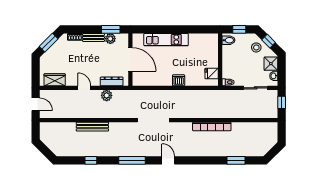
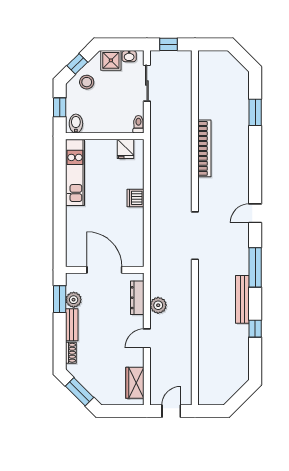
kitchen unit: (166, 40) -> (75, 173), moved
door: (130, 59) -> (104, 270), hinge flipped
bench: (92, 127) -> (242, 299), moved

